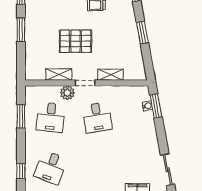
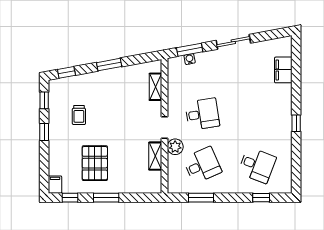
pallet: (75, 41) -> (95, 163), moved
shelving: (111, 75) -> (155, 87), moved
desk: (51, 117) -> (202, 165), turned -30
sliding door: (168, 170) -> (233, 42), moved

